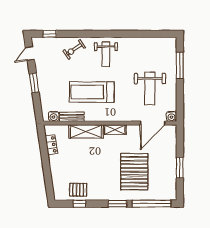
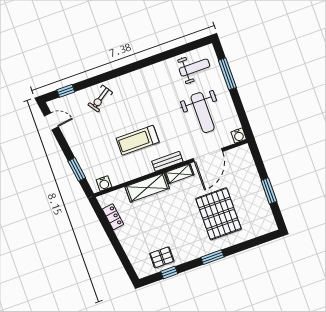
door: (30, 54) -> (51, 121), swing flipped
weight bench: (106, 54) -> (194, 68), moved, turned -90
window: (34, 83) -> (77, 169), moved
treadmill: (92, 92) -> (138, 140), width x0.73, depth x0.73
bench: (72, 117) -> (167, 161), moved
door: (153, 123) -> (208, 155), moved
window: (151, 204) -> (251, 243), removed

